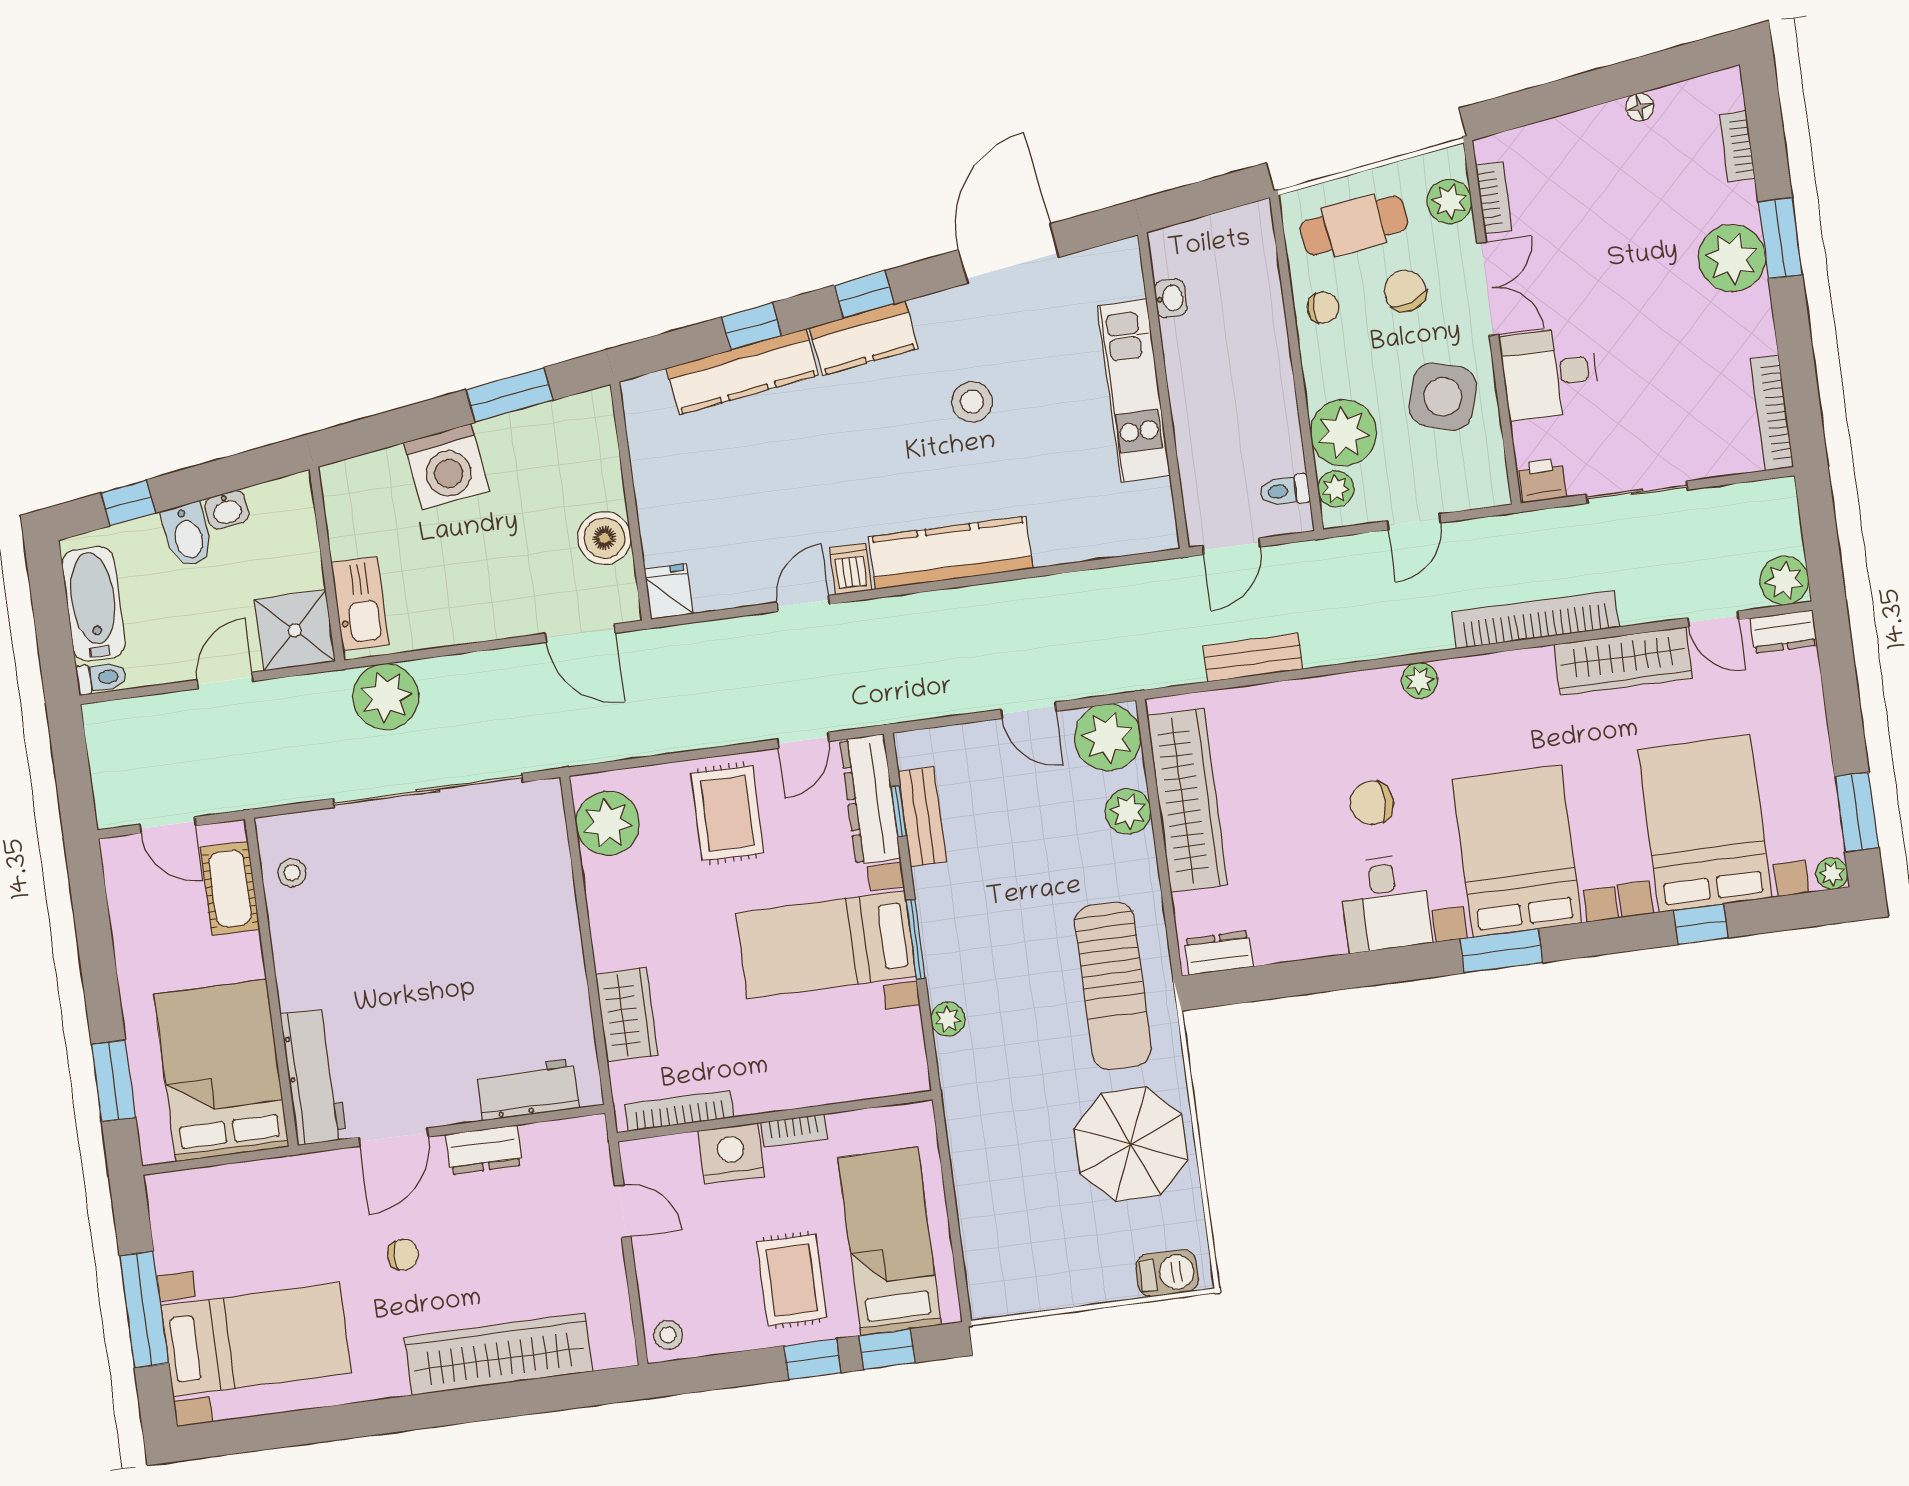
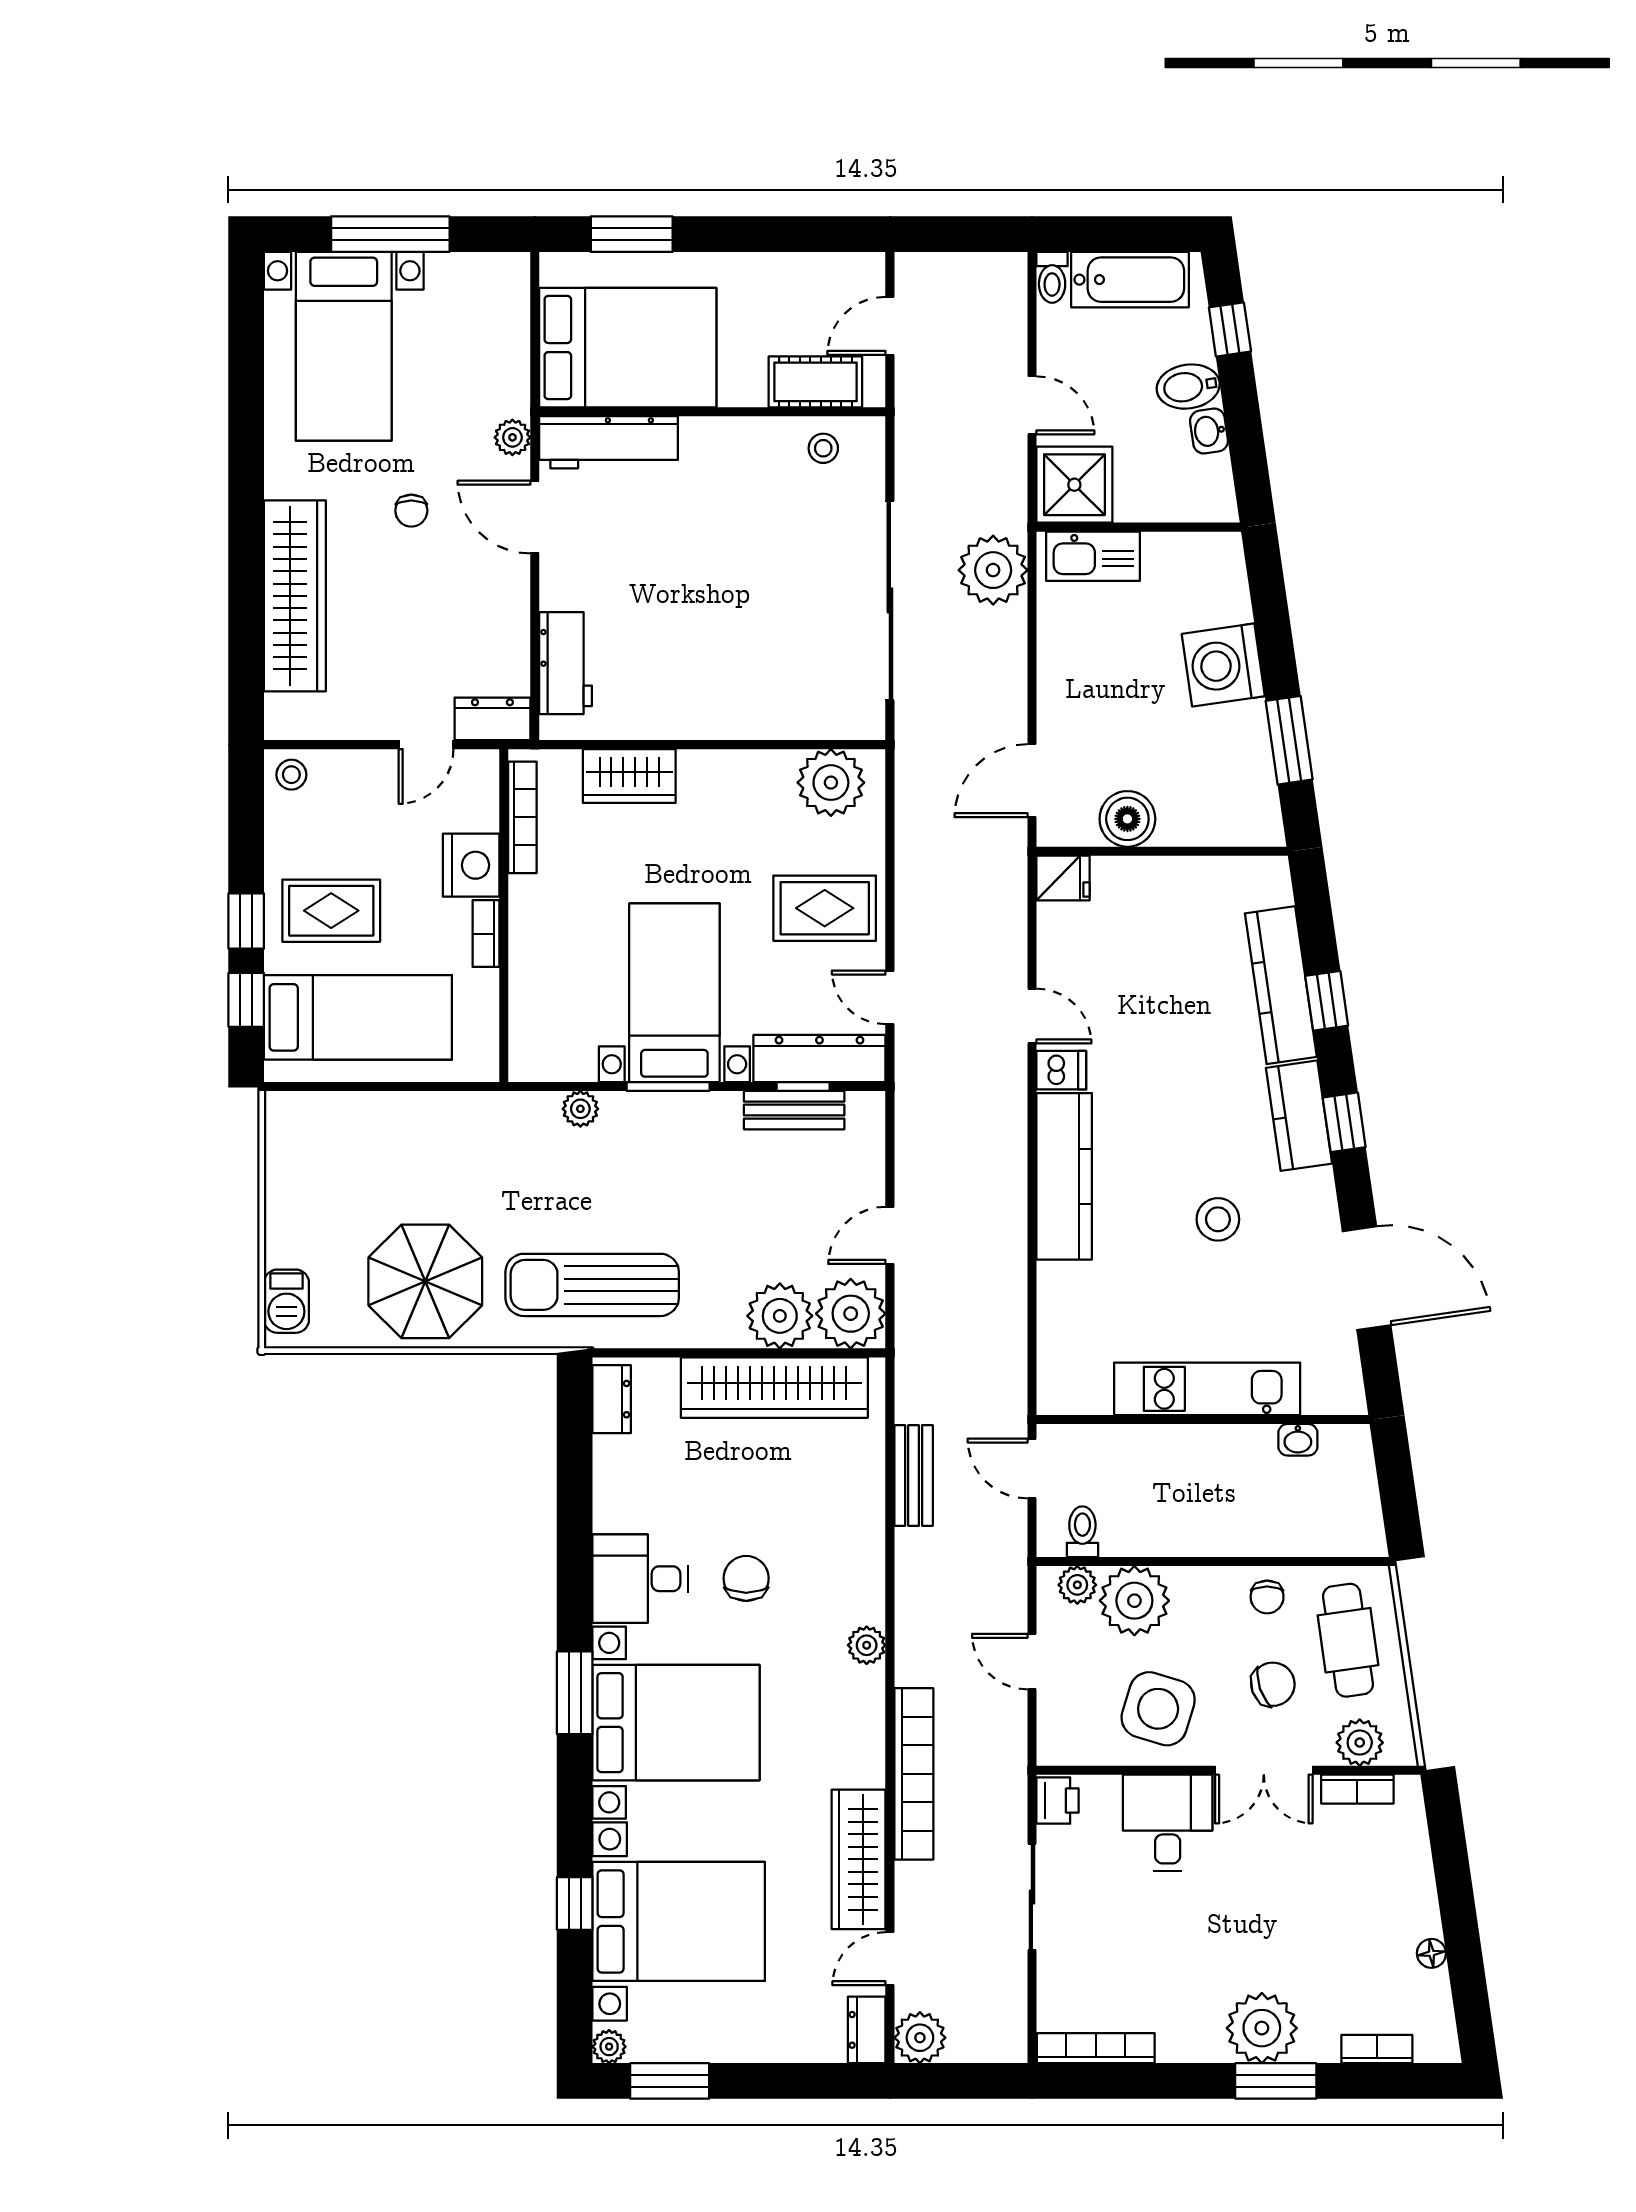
plant: (1128, 811) -> (780, 1316), width x1.36, depth x1.36
dresser: (484, 1150) -> (492, 719), moved, turned 90
plant: (321, 1168) -> (512, 437), added

